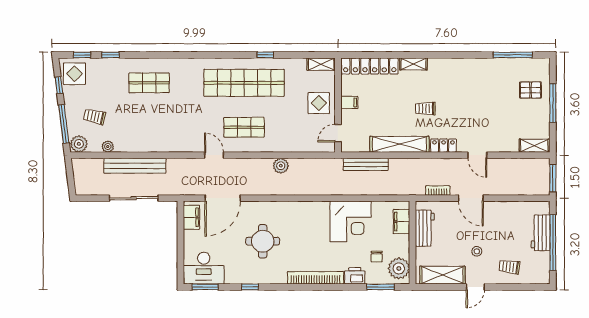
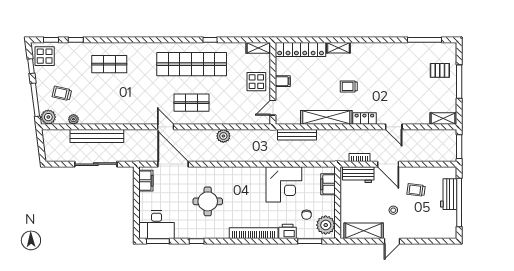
door: (223, 198) -> (173, 164), swing flipped
workbench: (425, 228) -> (358, 175), moved, turned 90
trolley: (509, 267) -> (416, 190), moved

